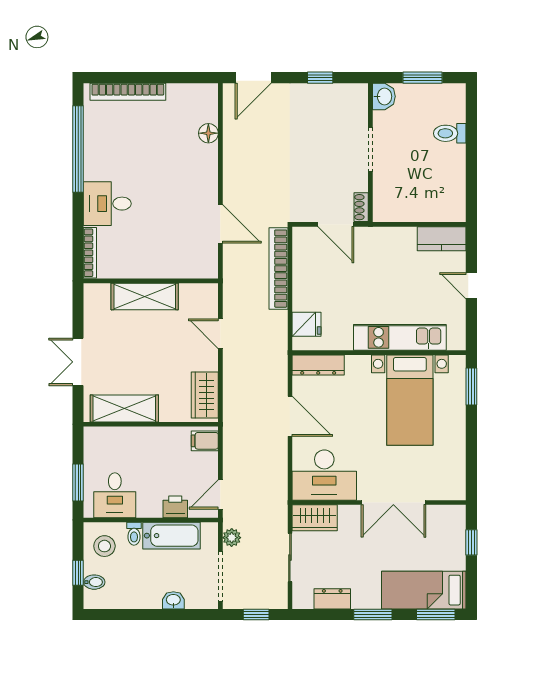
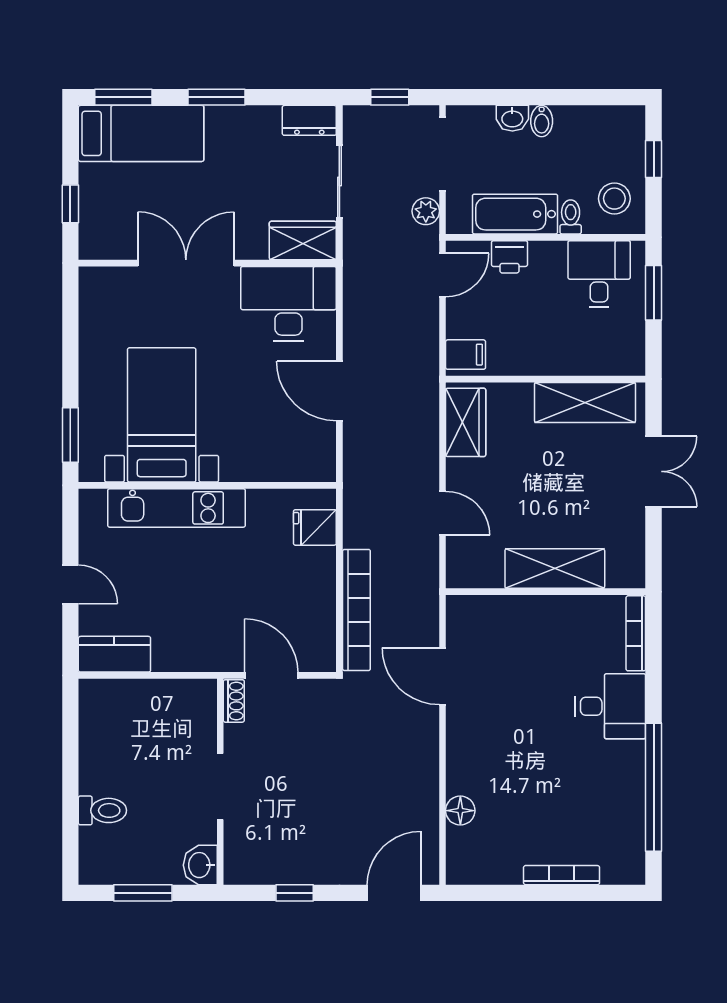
bookcase: (128, 92) -> (562, 875), width x0.68, depth x0.76
dresser: (318, 365) -> (298, 467), removed
bidet: (94, 582) -> (542, 121), moved, turned -90
dresser: (332, 599) -> (309, 120), moved

